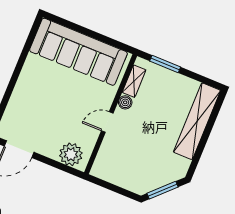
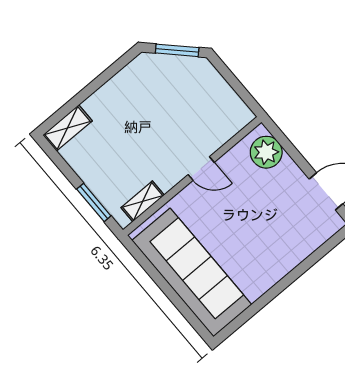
boiler: (125, 102) -> (167, 181), removed
shelving: (197, 121) -> (68, 128), width x0.45, depth x0.75

